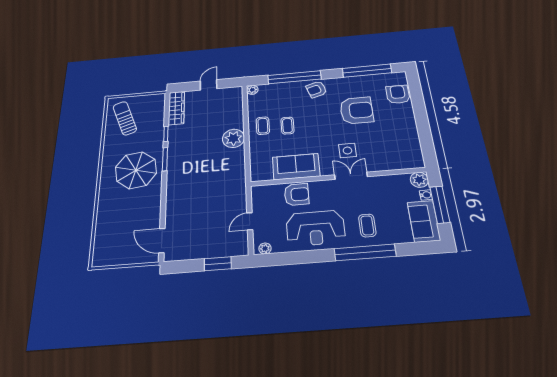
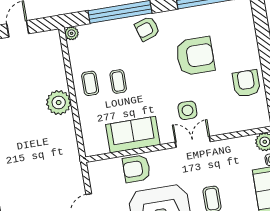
armchair: (398, 94) -> (246, 83), moved
armchair: (297, 194) -> (136, 169), turned 180

